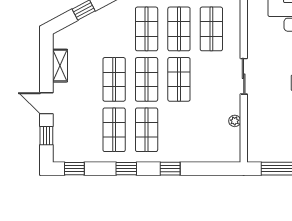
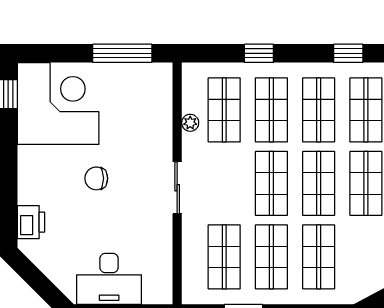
shop shelf: (179, 130) -> (271, 110), added
shop shelf: (211, 130) -> (224, 110), added
window: (170, 169) -> (259, 53), moved

